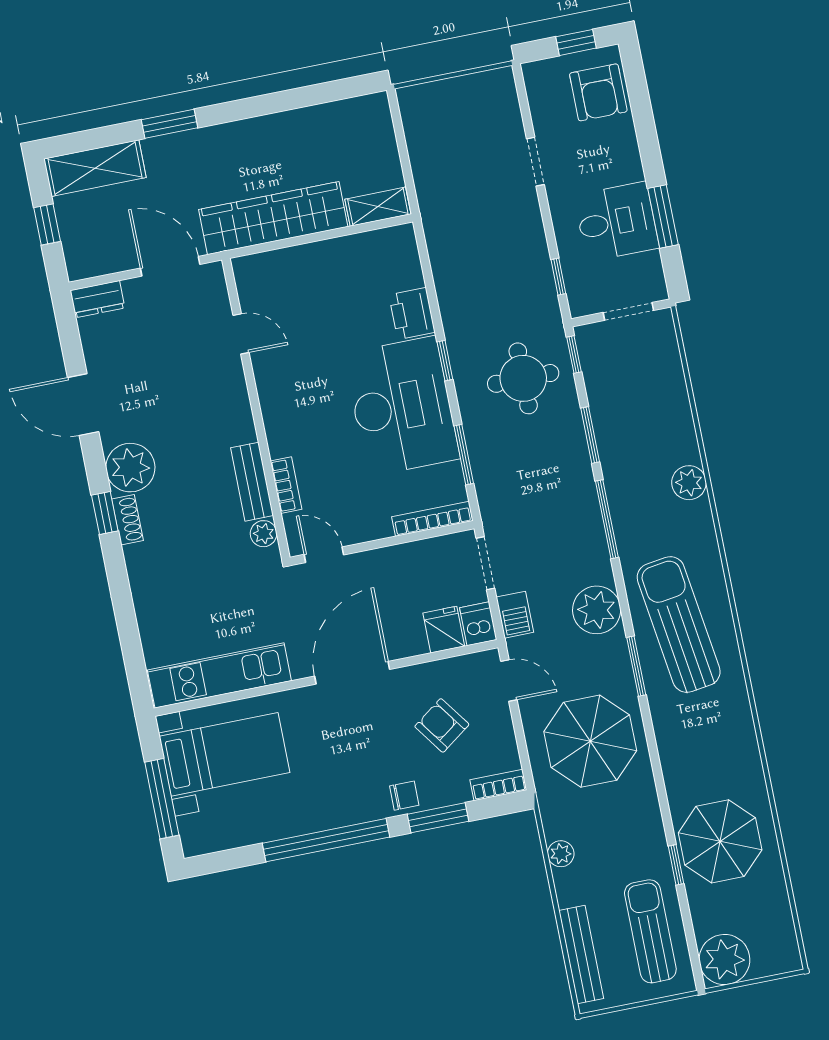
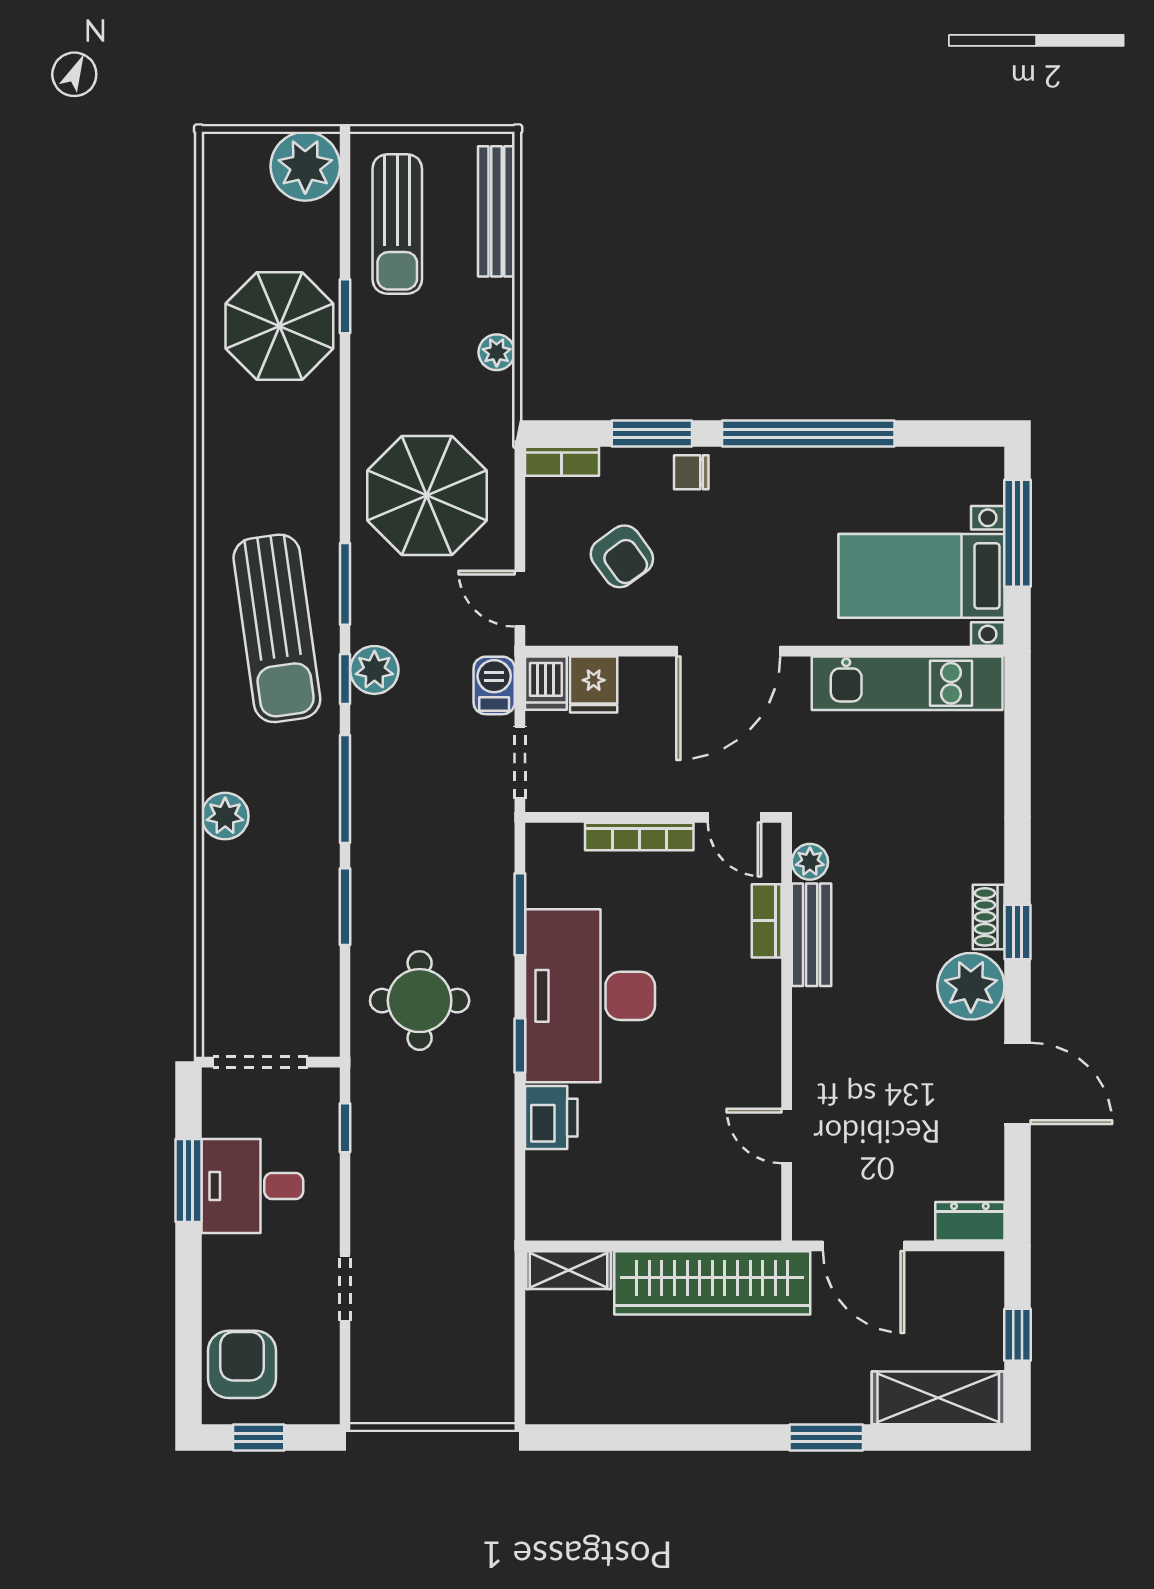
doorway: (628, 311) -> (260, 1062), width x1.38
window: (574, 354) -> (345, 679), moved
bookcase: (432, 519) -> (639, 836), moved
plant: (597, 610) -> (374, 670), width x0.73, depth x0.73

